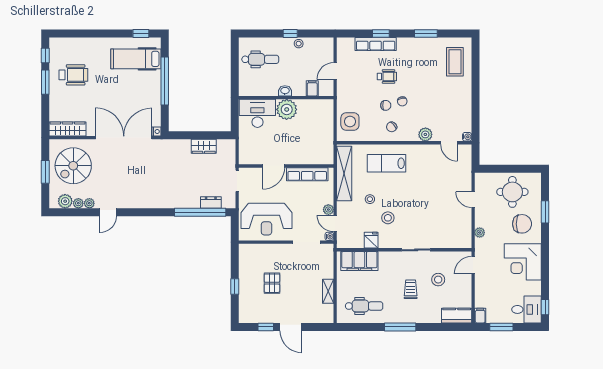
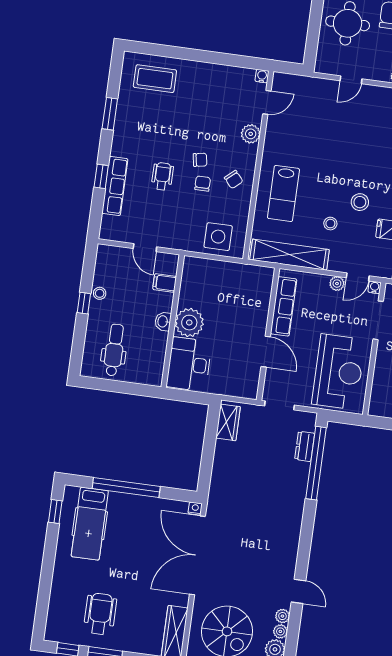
wardrobe: (204, 146) -> (228, 422), moved

